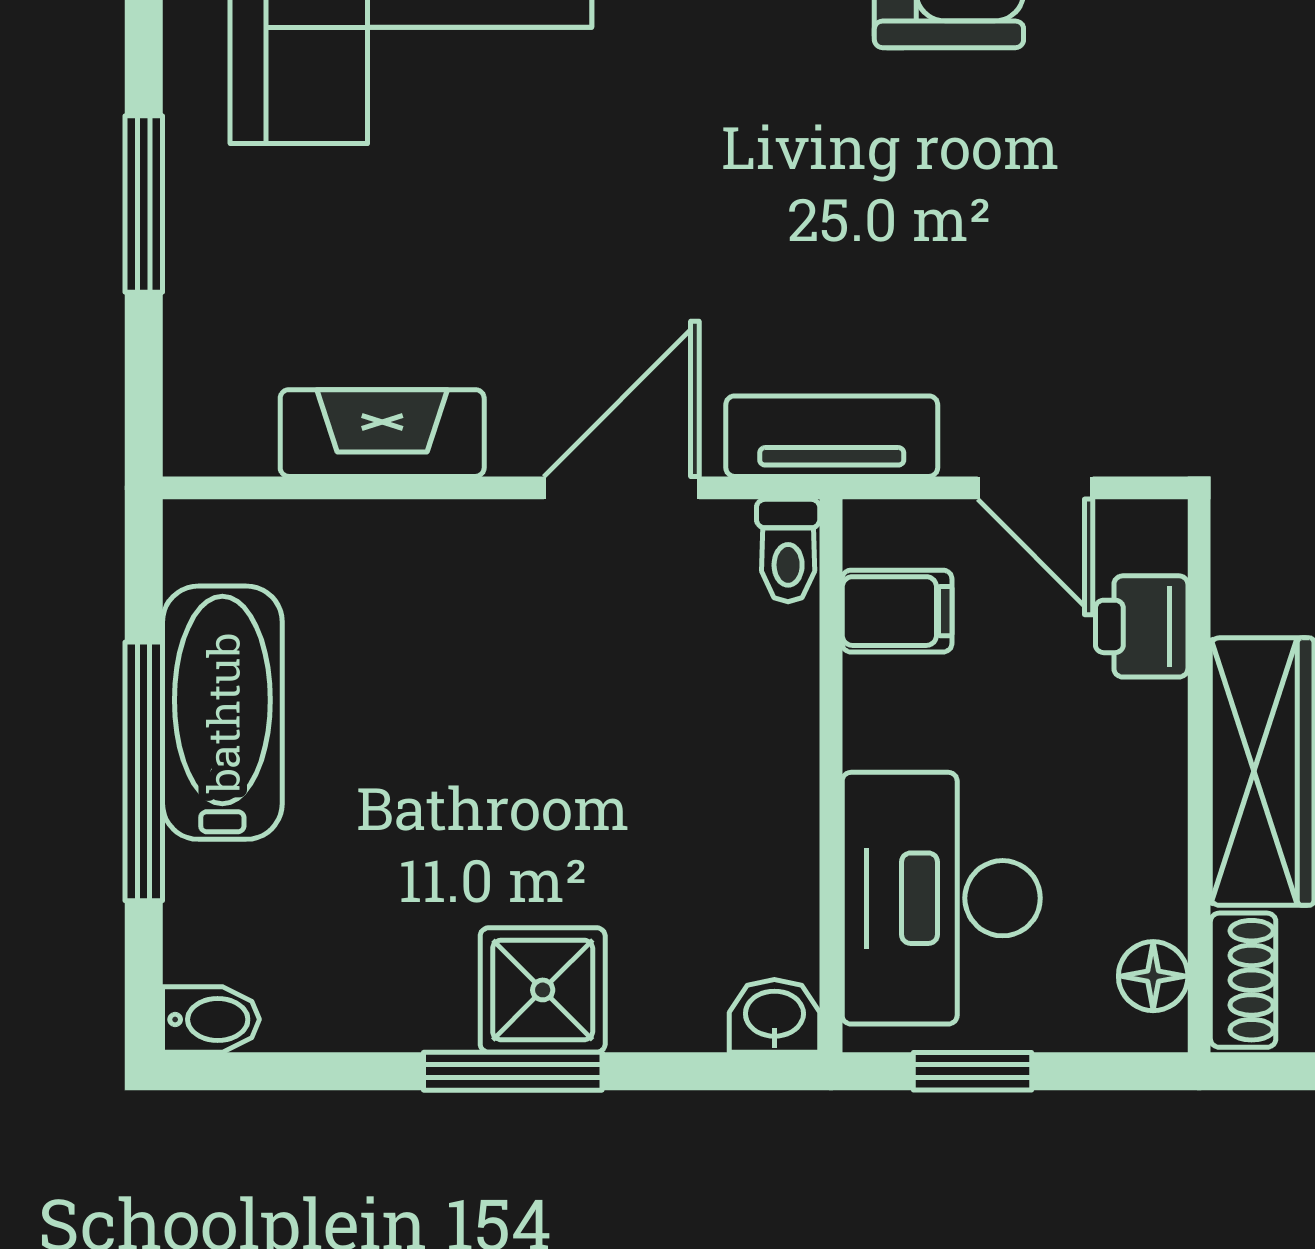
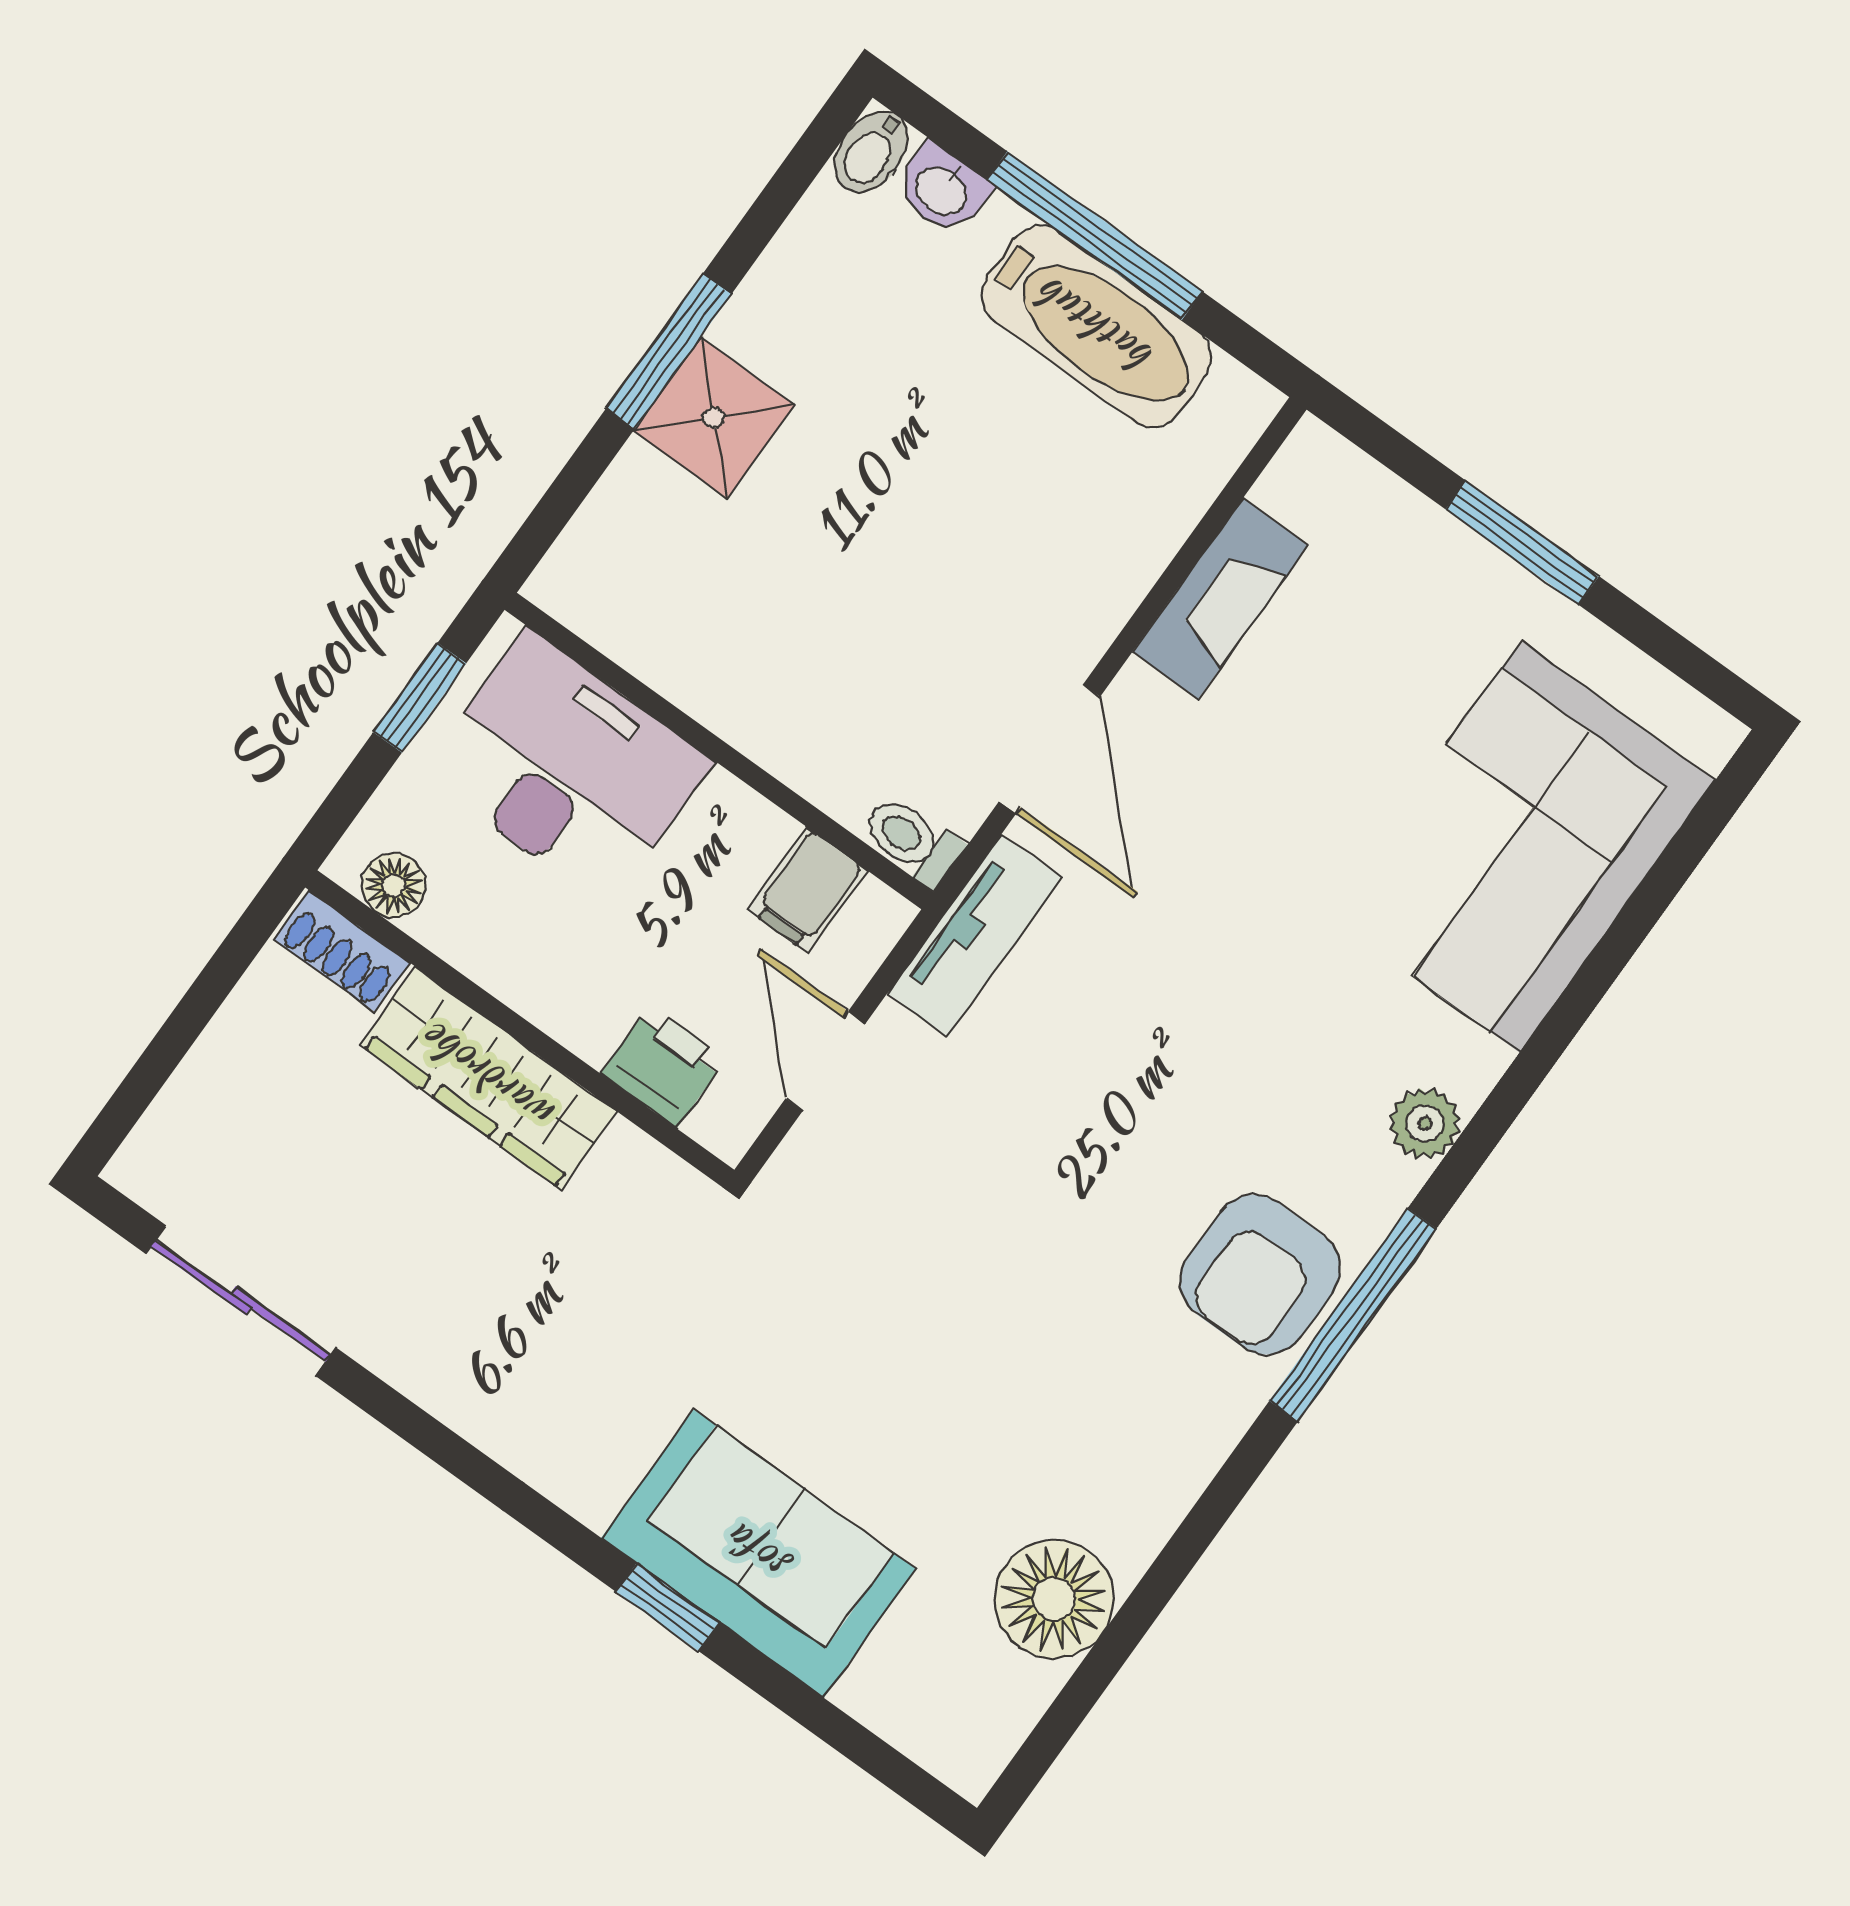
door: (1035, 488) -> (825, 1061), hinge flipped
washbasin: (774, 1016) -> (942, 189), moved, turned 90

